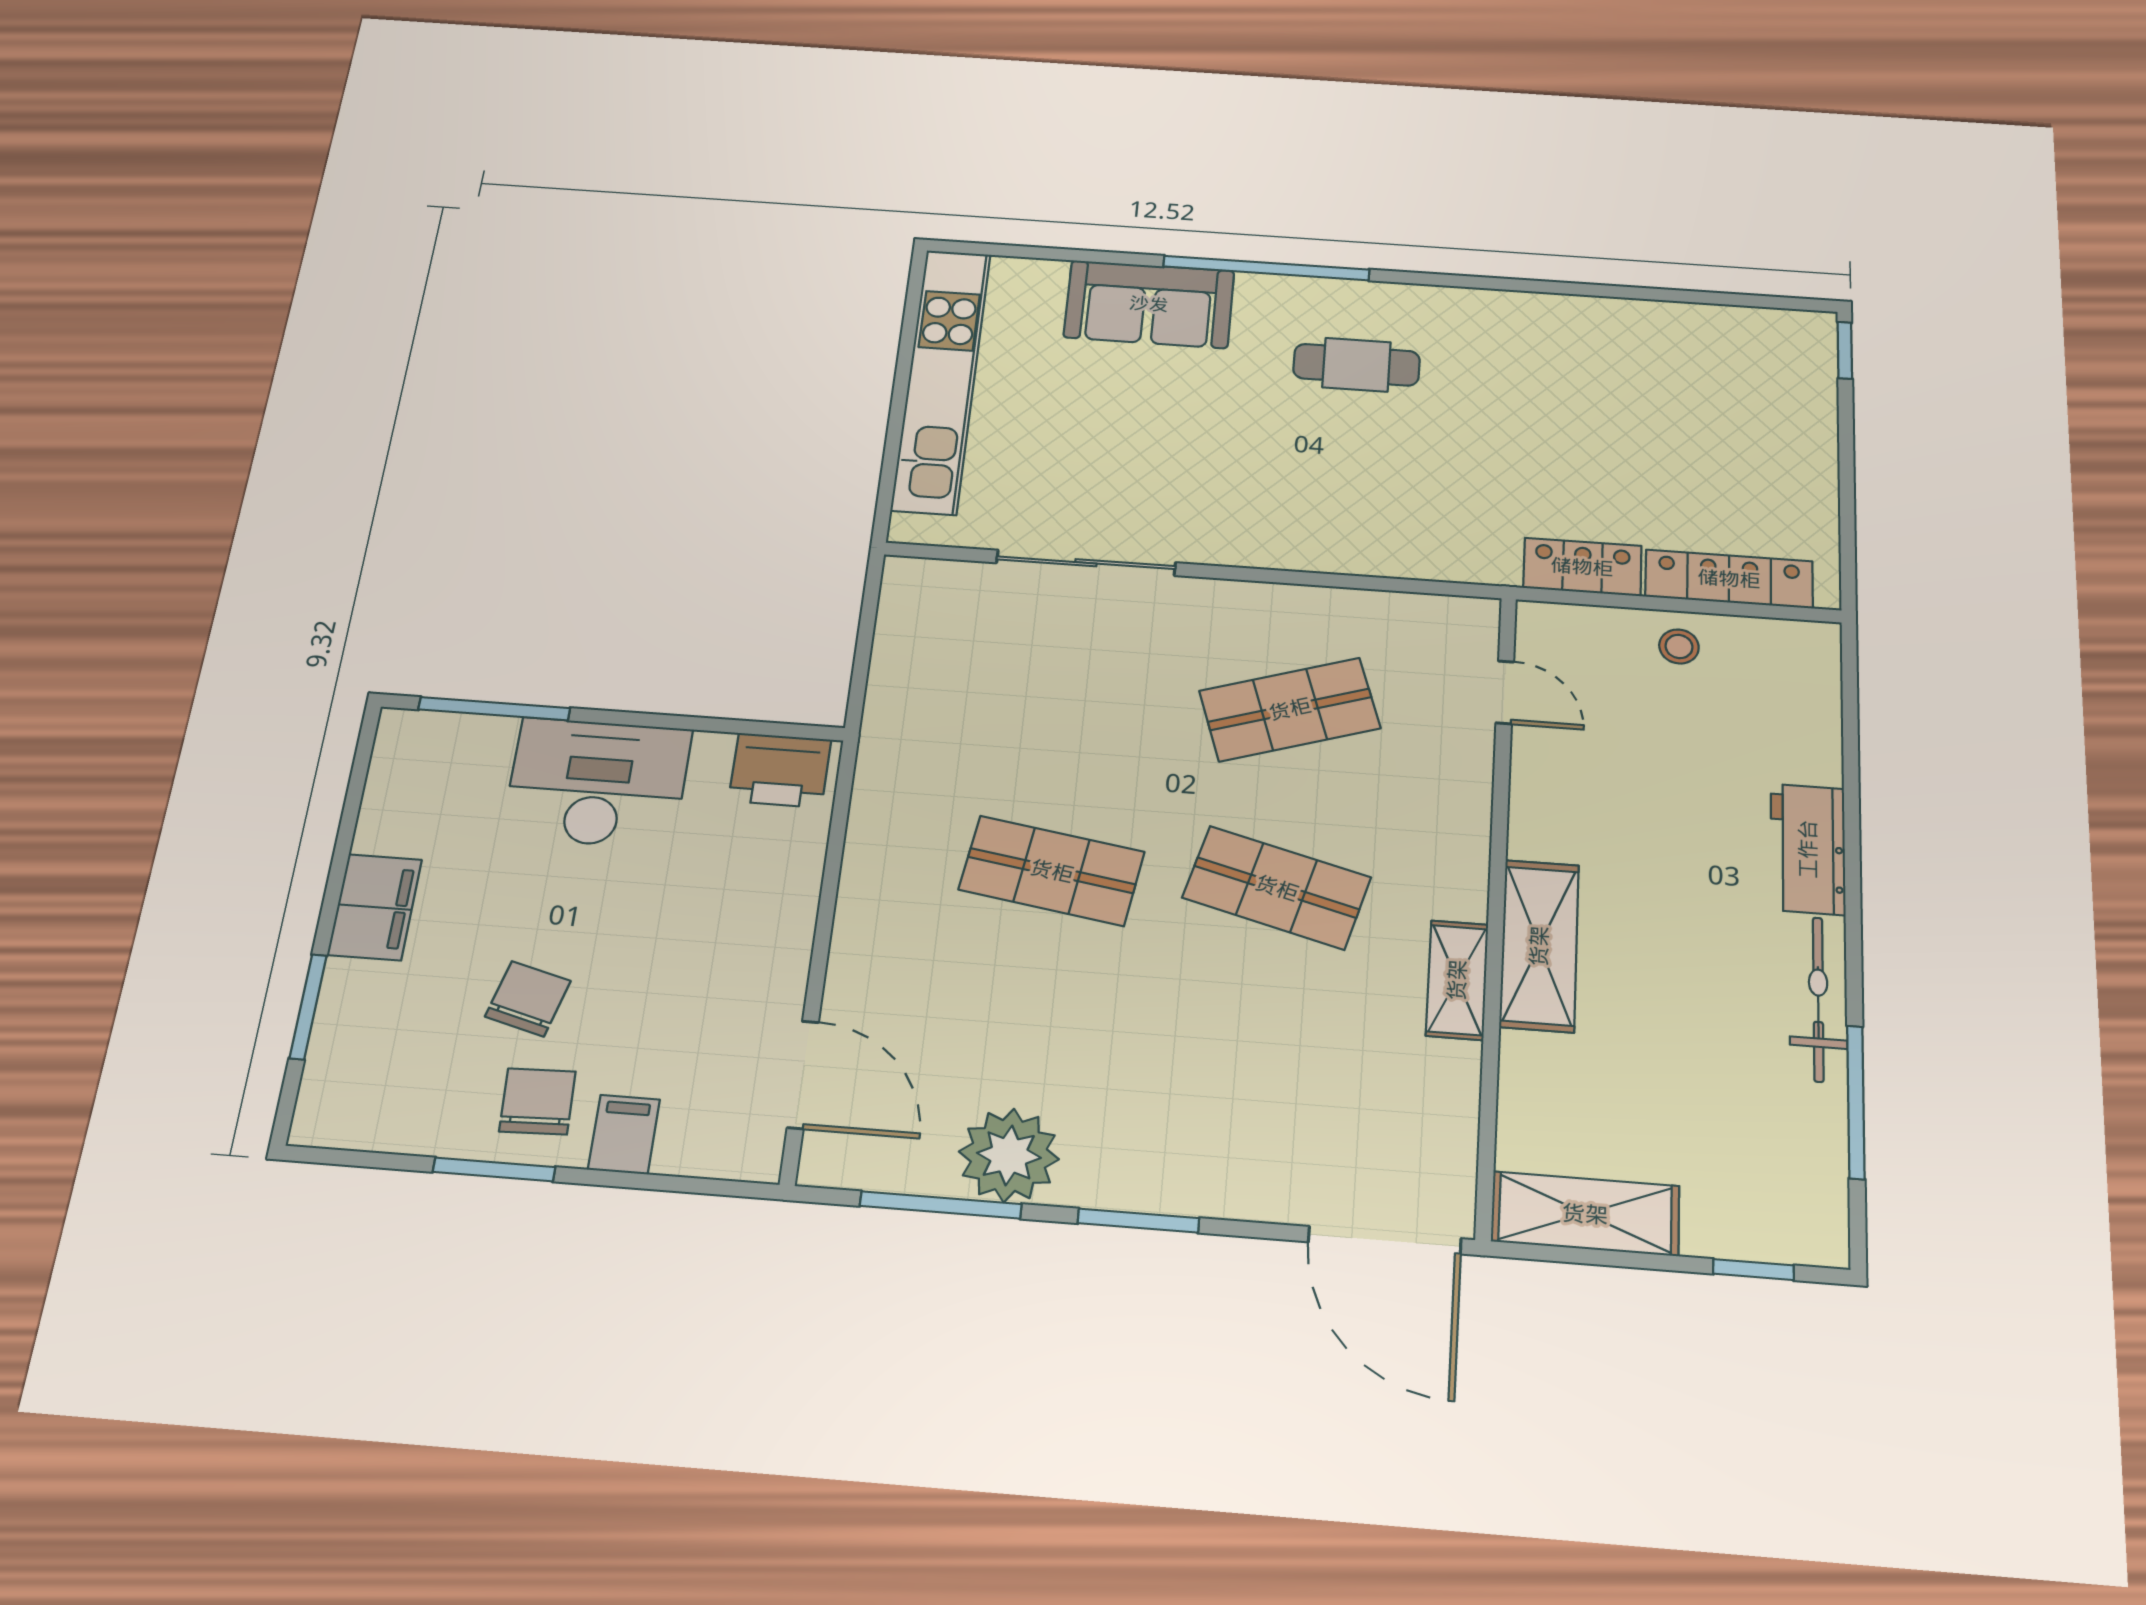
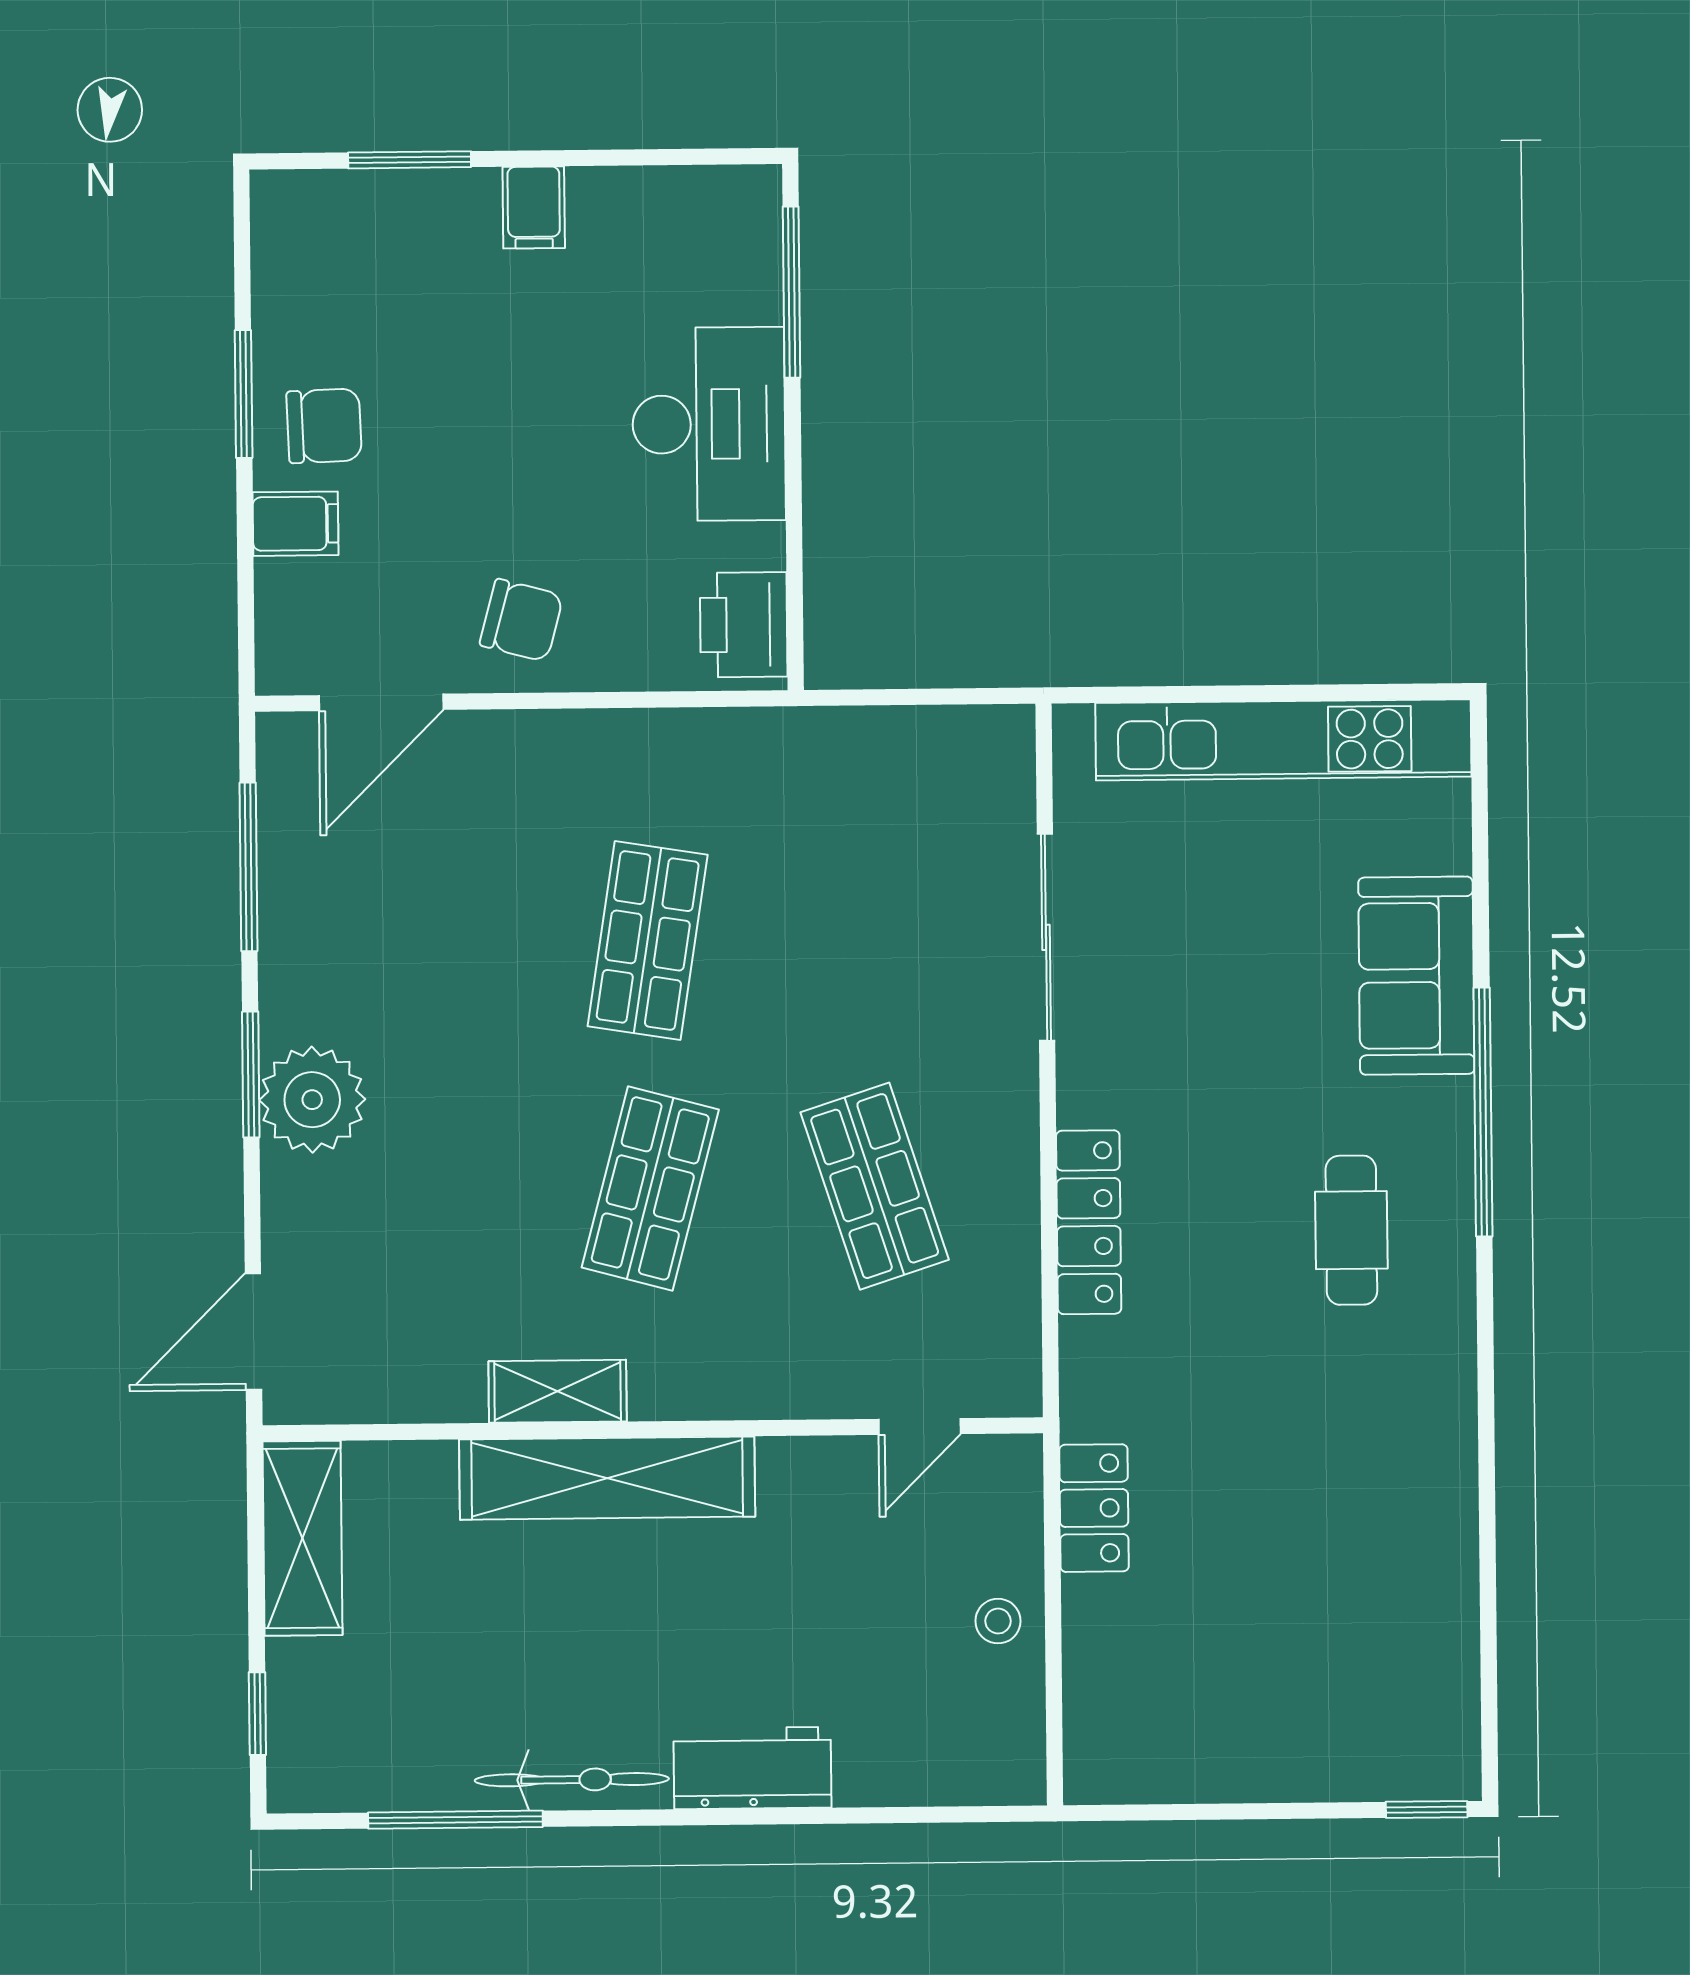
locker: (1729, 579) -> (1089, 1222), moved
filing cabinet: (375, 907) -> (534, 207), width x0.50
shelving: (1539, 946) -> (607, 1478), width x1.47
chair: (528, 999) -> (521, 620), moved
plant: (1009, 1155) -> (312, 1100), moved
door: (1385, 1240) -> (253, 1332), width x0.73

